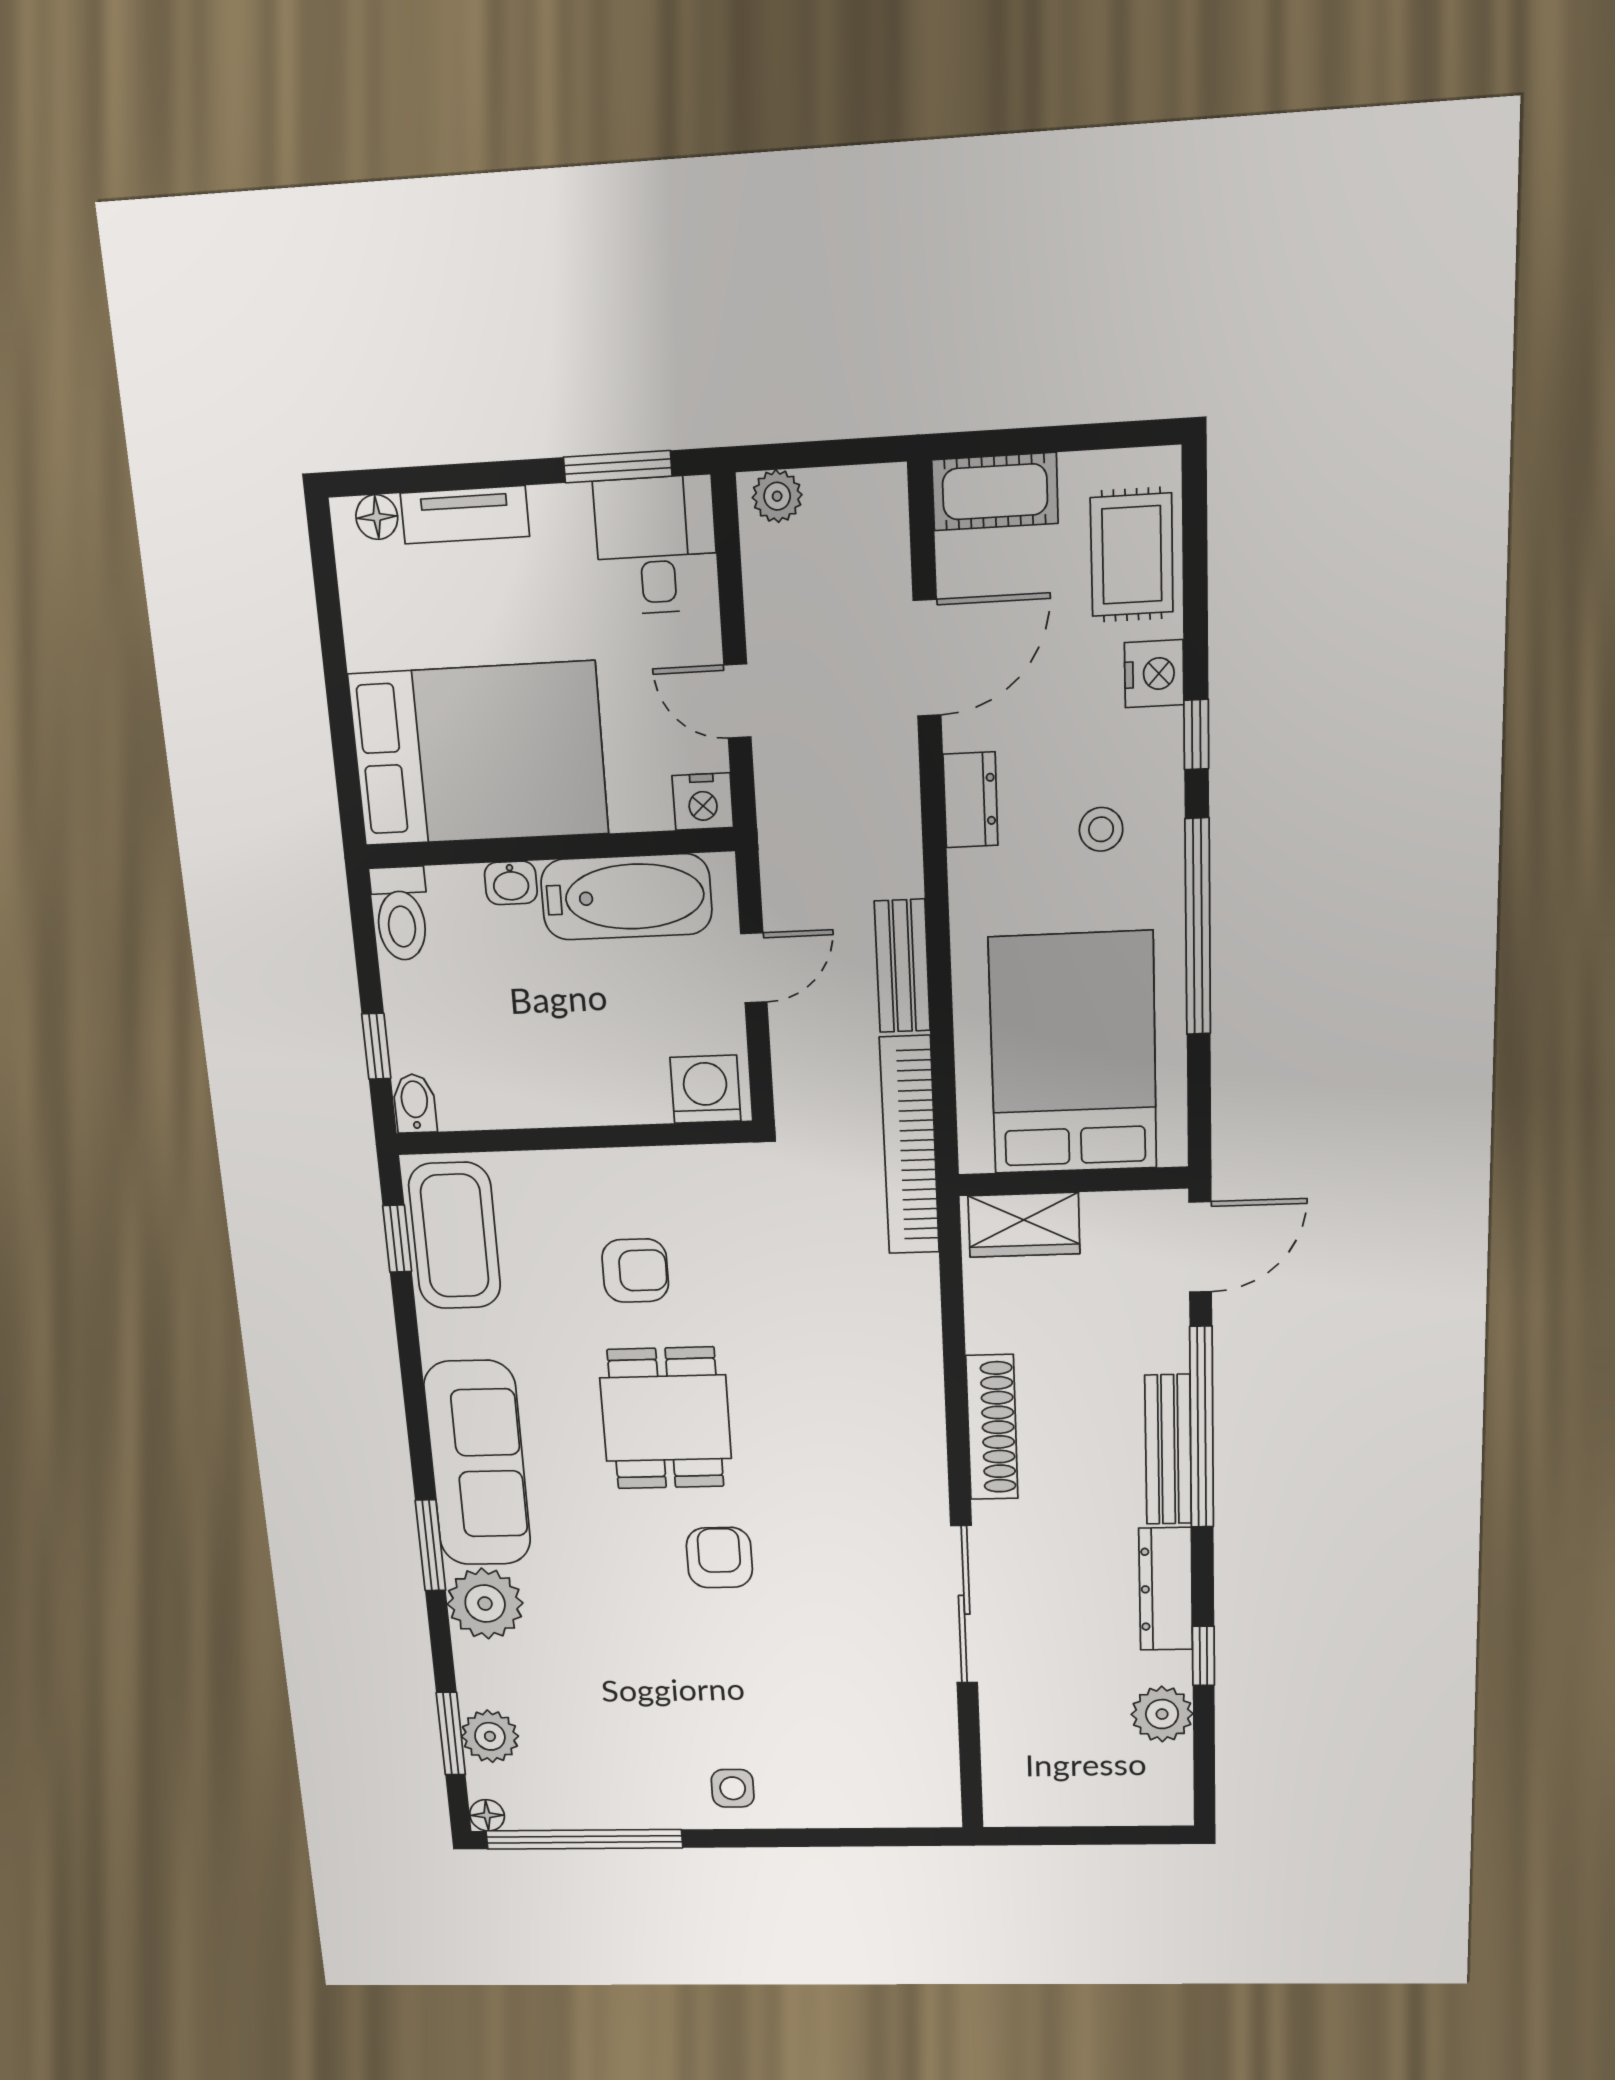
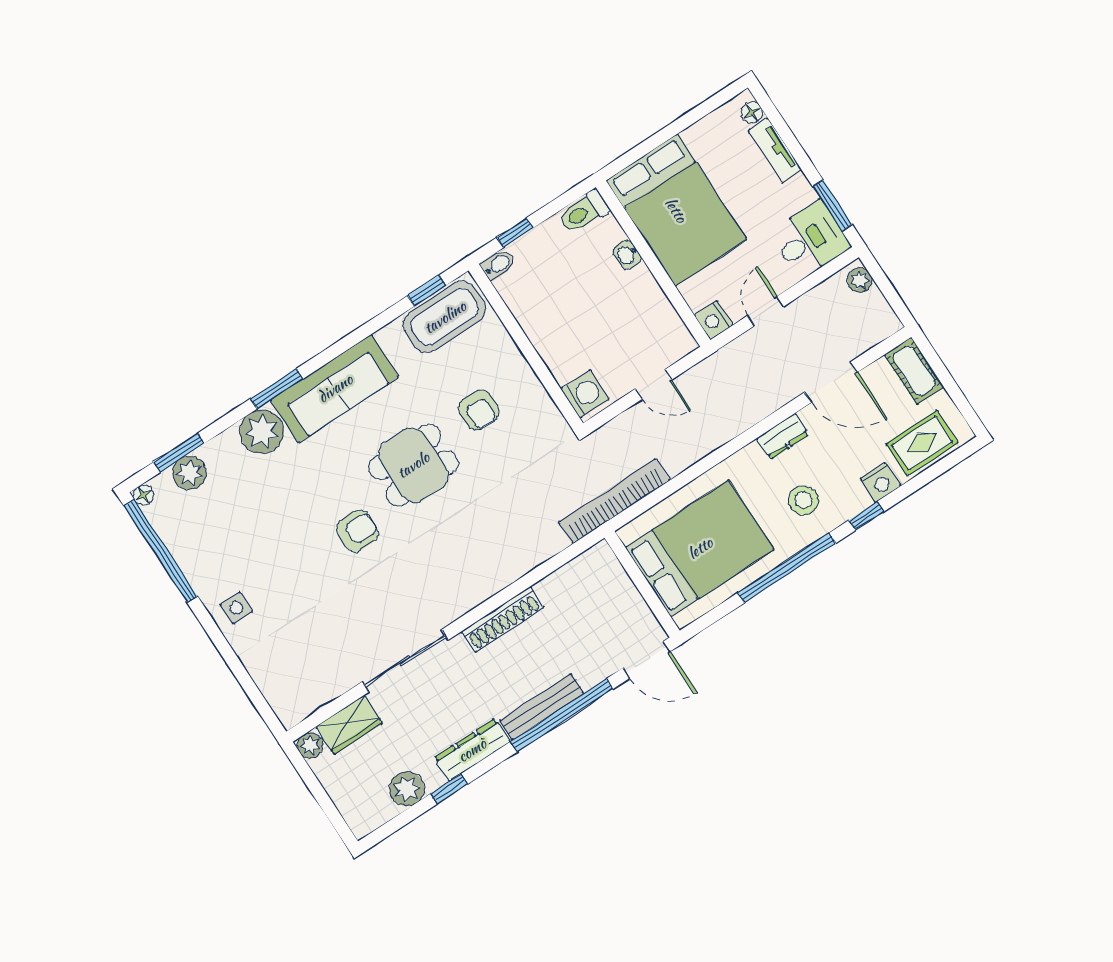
stool: (1101, 829) -> (803, 500), width x1.37, depth x1.37
bathtub: (626, 897) -> (652, 310), removed
bench: (902, 966) -> (693, 450), removed
wardrobe: (1024, 1225) -> (349, 725), moved, turned -90
plant: (1005, 1807) -> (310, 745), added

